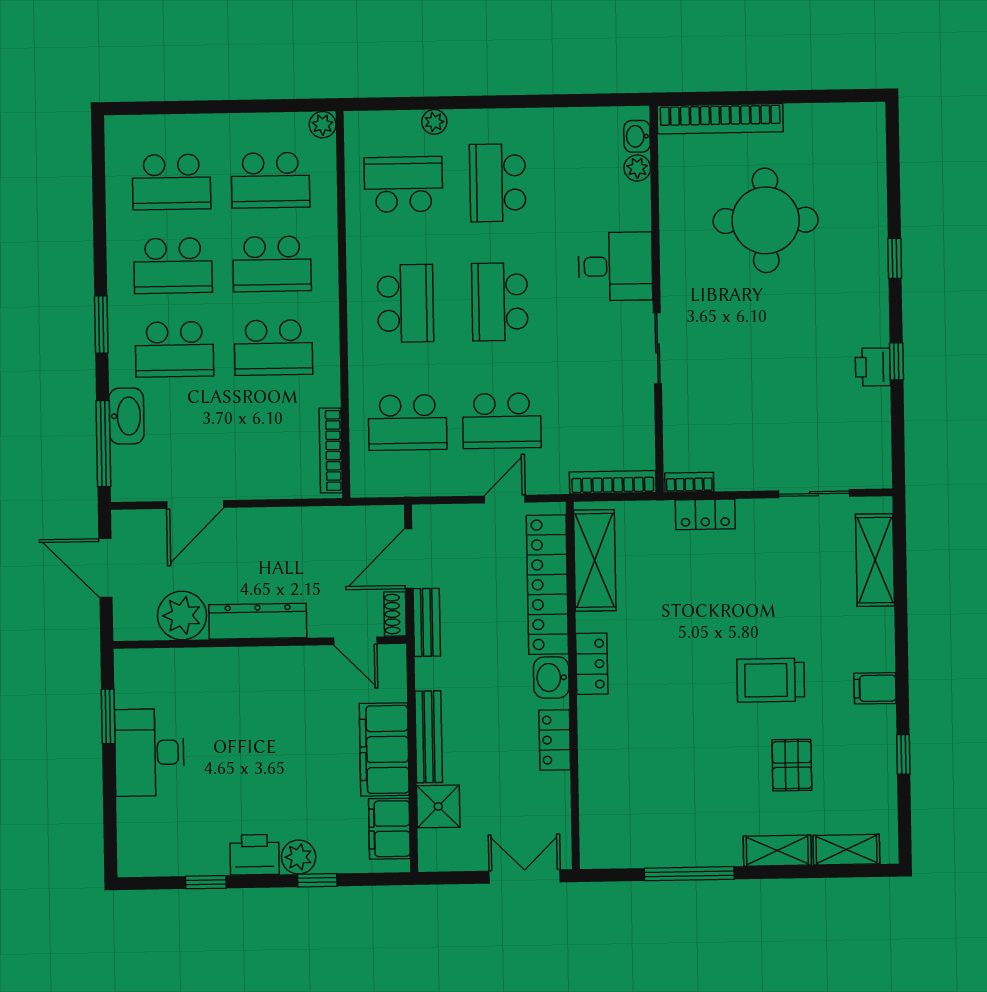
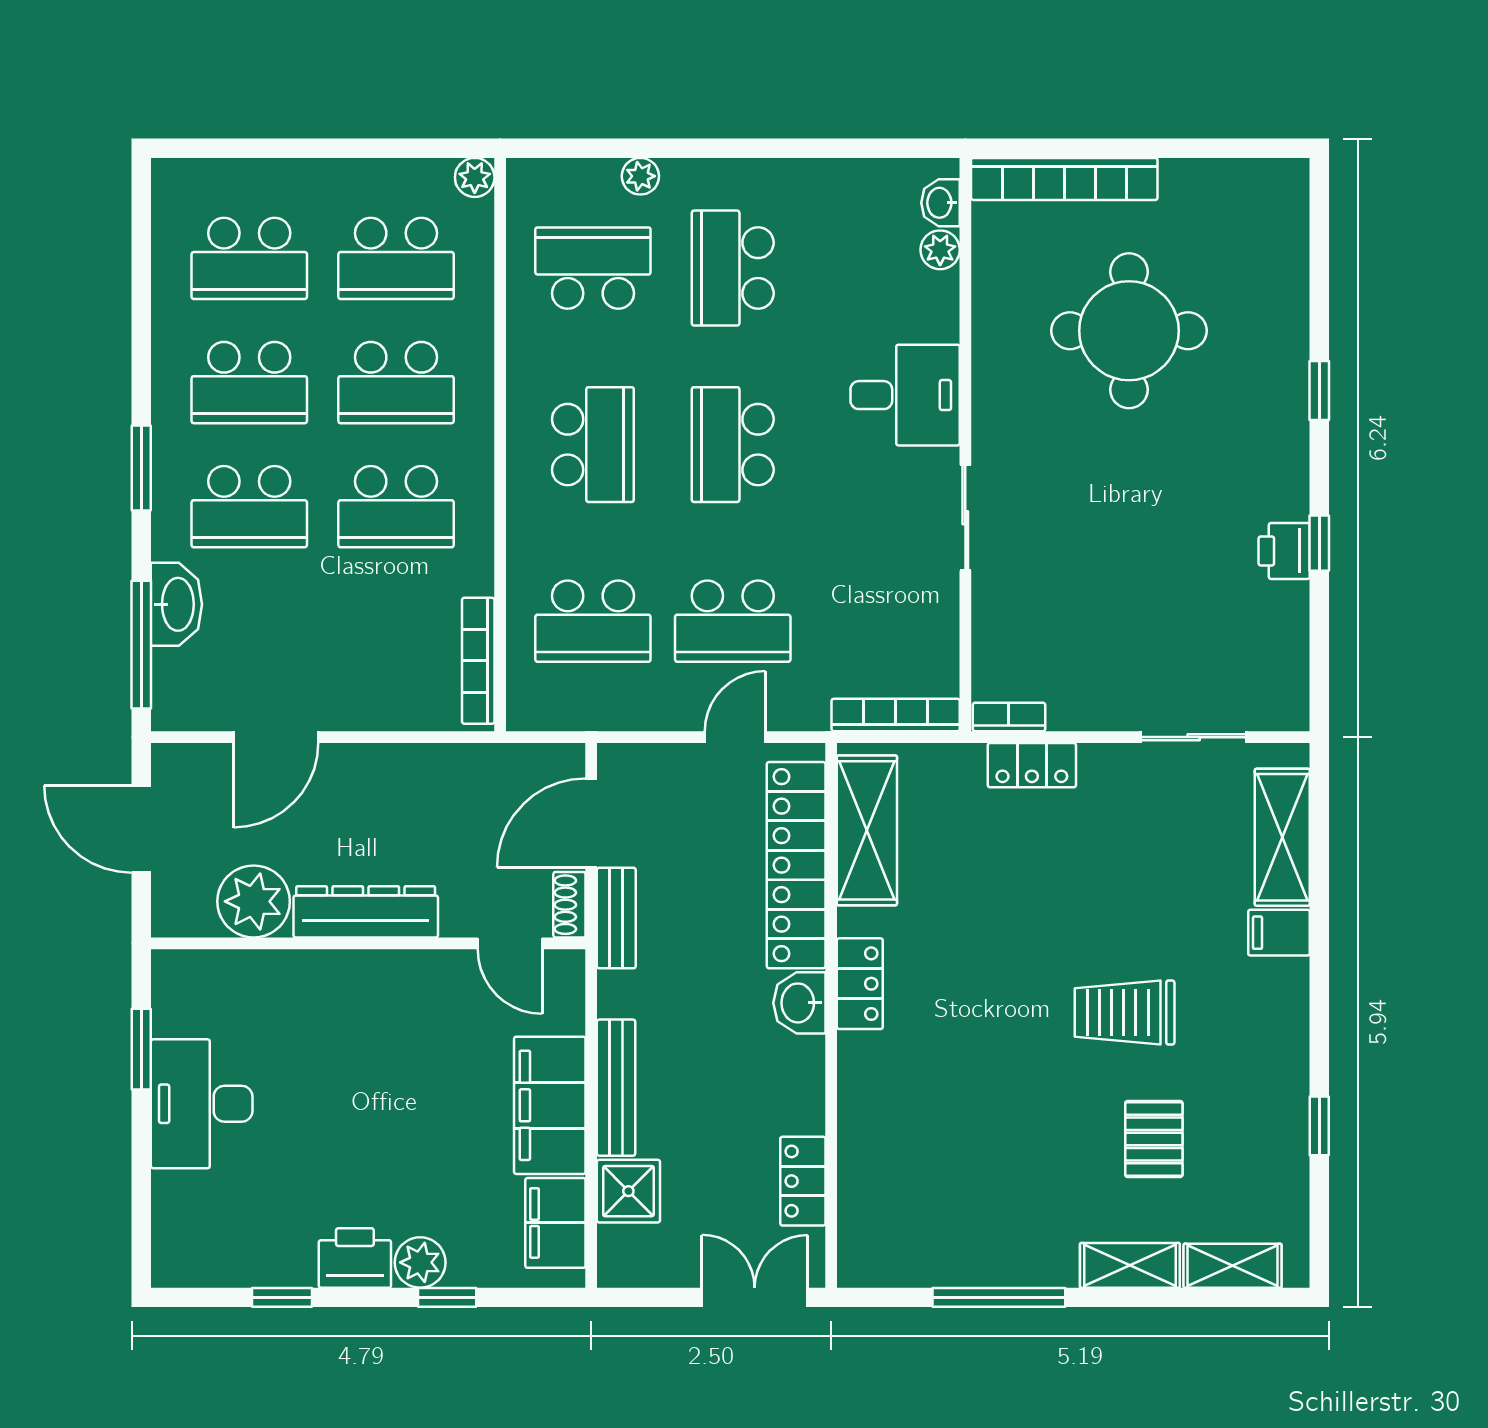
filing cabinet: (875, 688) -> (1279, 933), moved
locker: (555, 740) -> (803, 1181), moved

